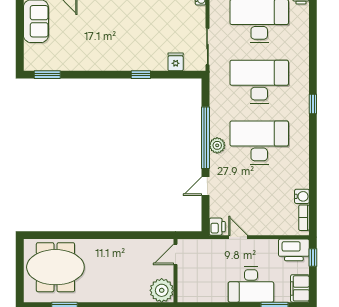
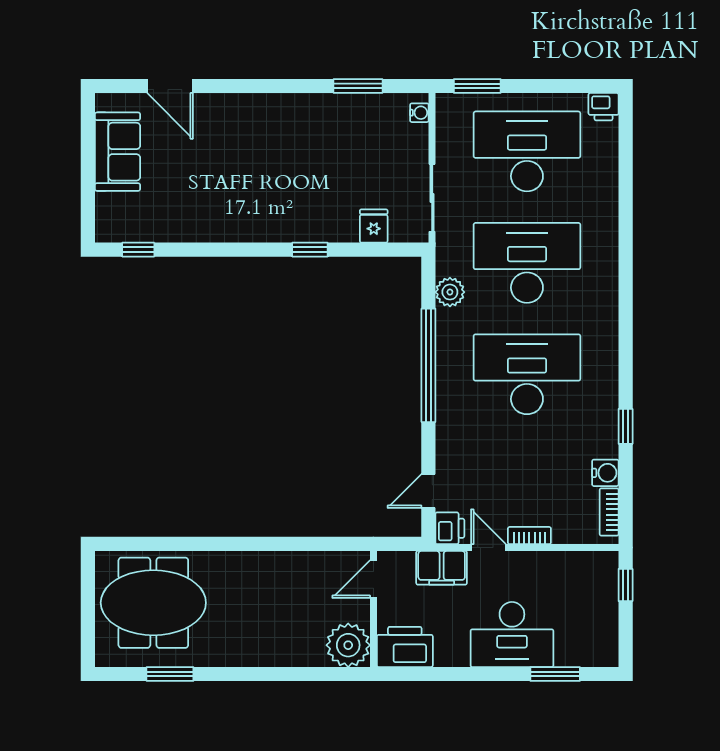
window: (47, 75) -> (138, 250), width x0.67
window: (313, 104) -> (626, 426), moved
plant: (217, 145) -> (450, 292), moved
door: (205, 186) -> (428, 491), moved
bookcase: (261, 231) -> (529, 536), added
printer: (294, 250) -> (405, 647), moved, turned 180
filing cabinet: (300, 288) -> (442, 568), moved, turned -90

